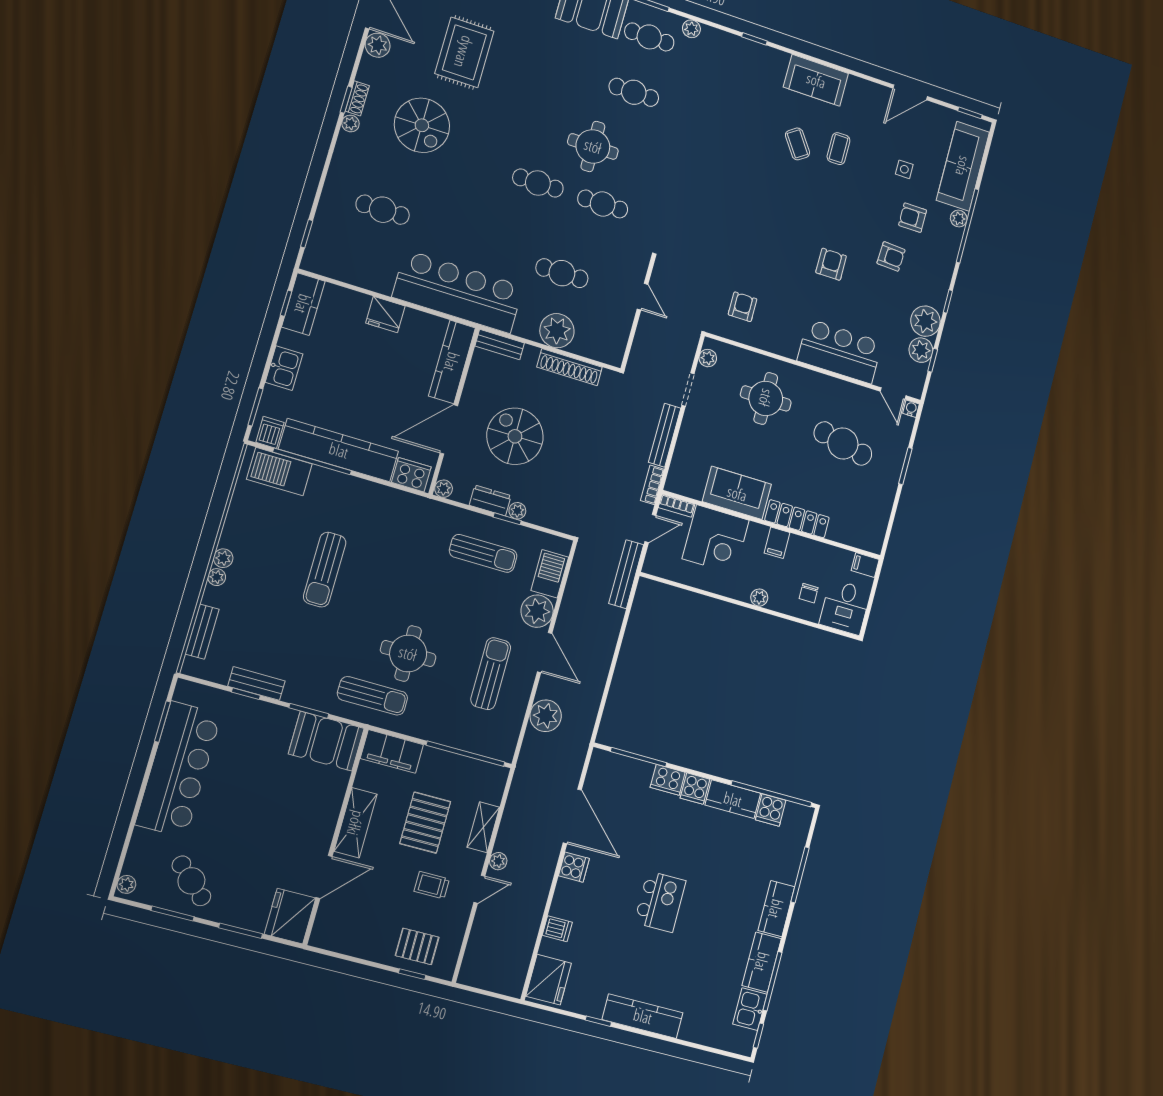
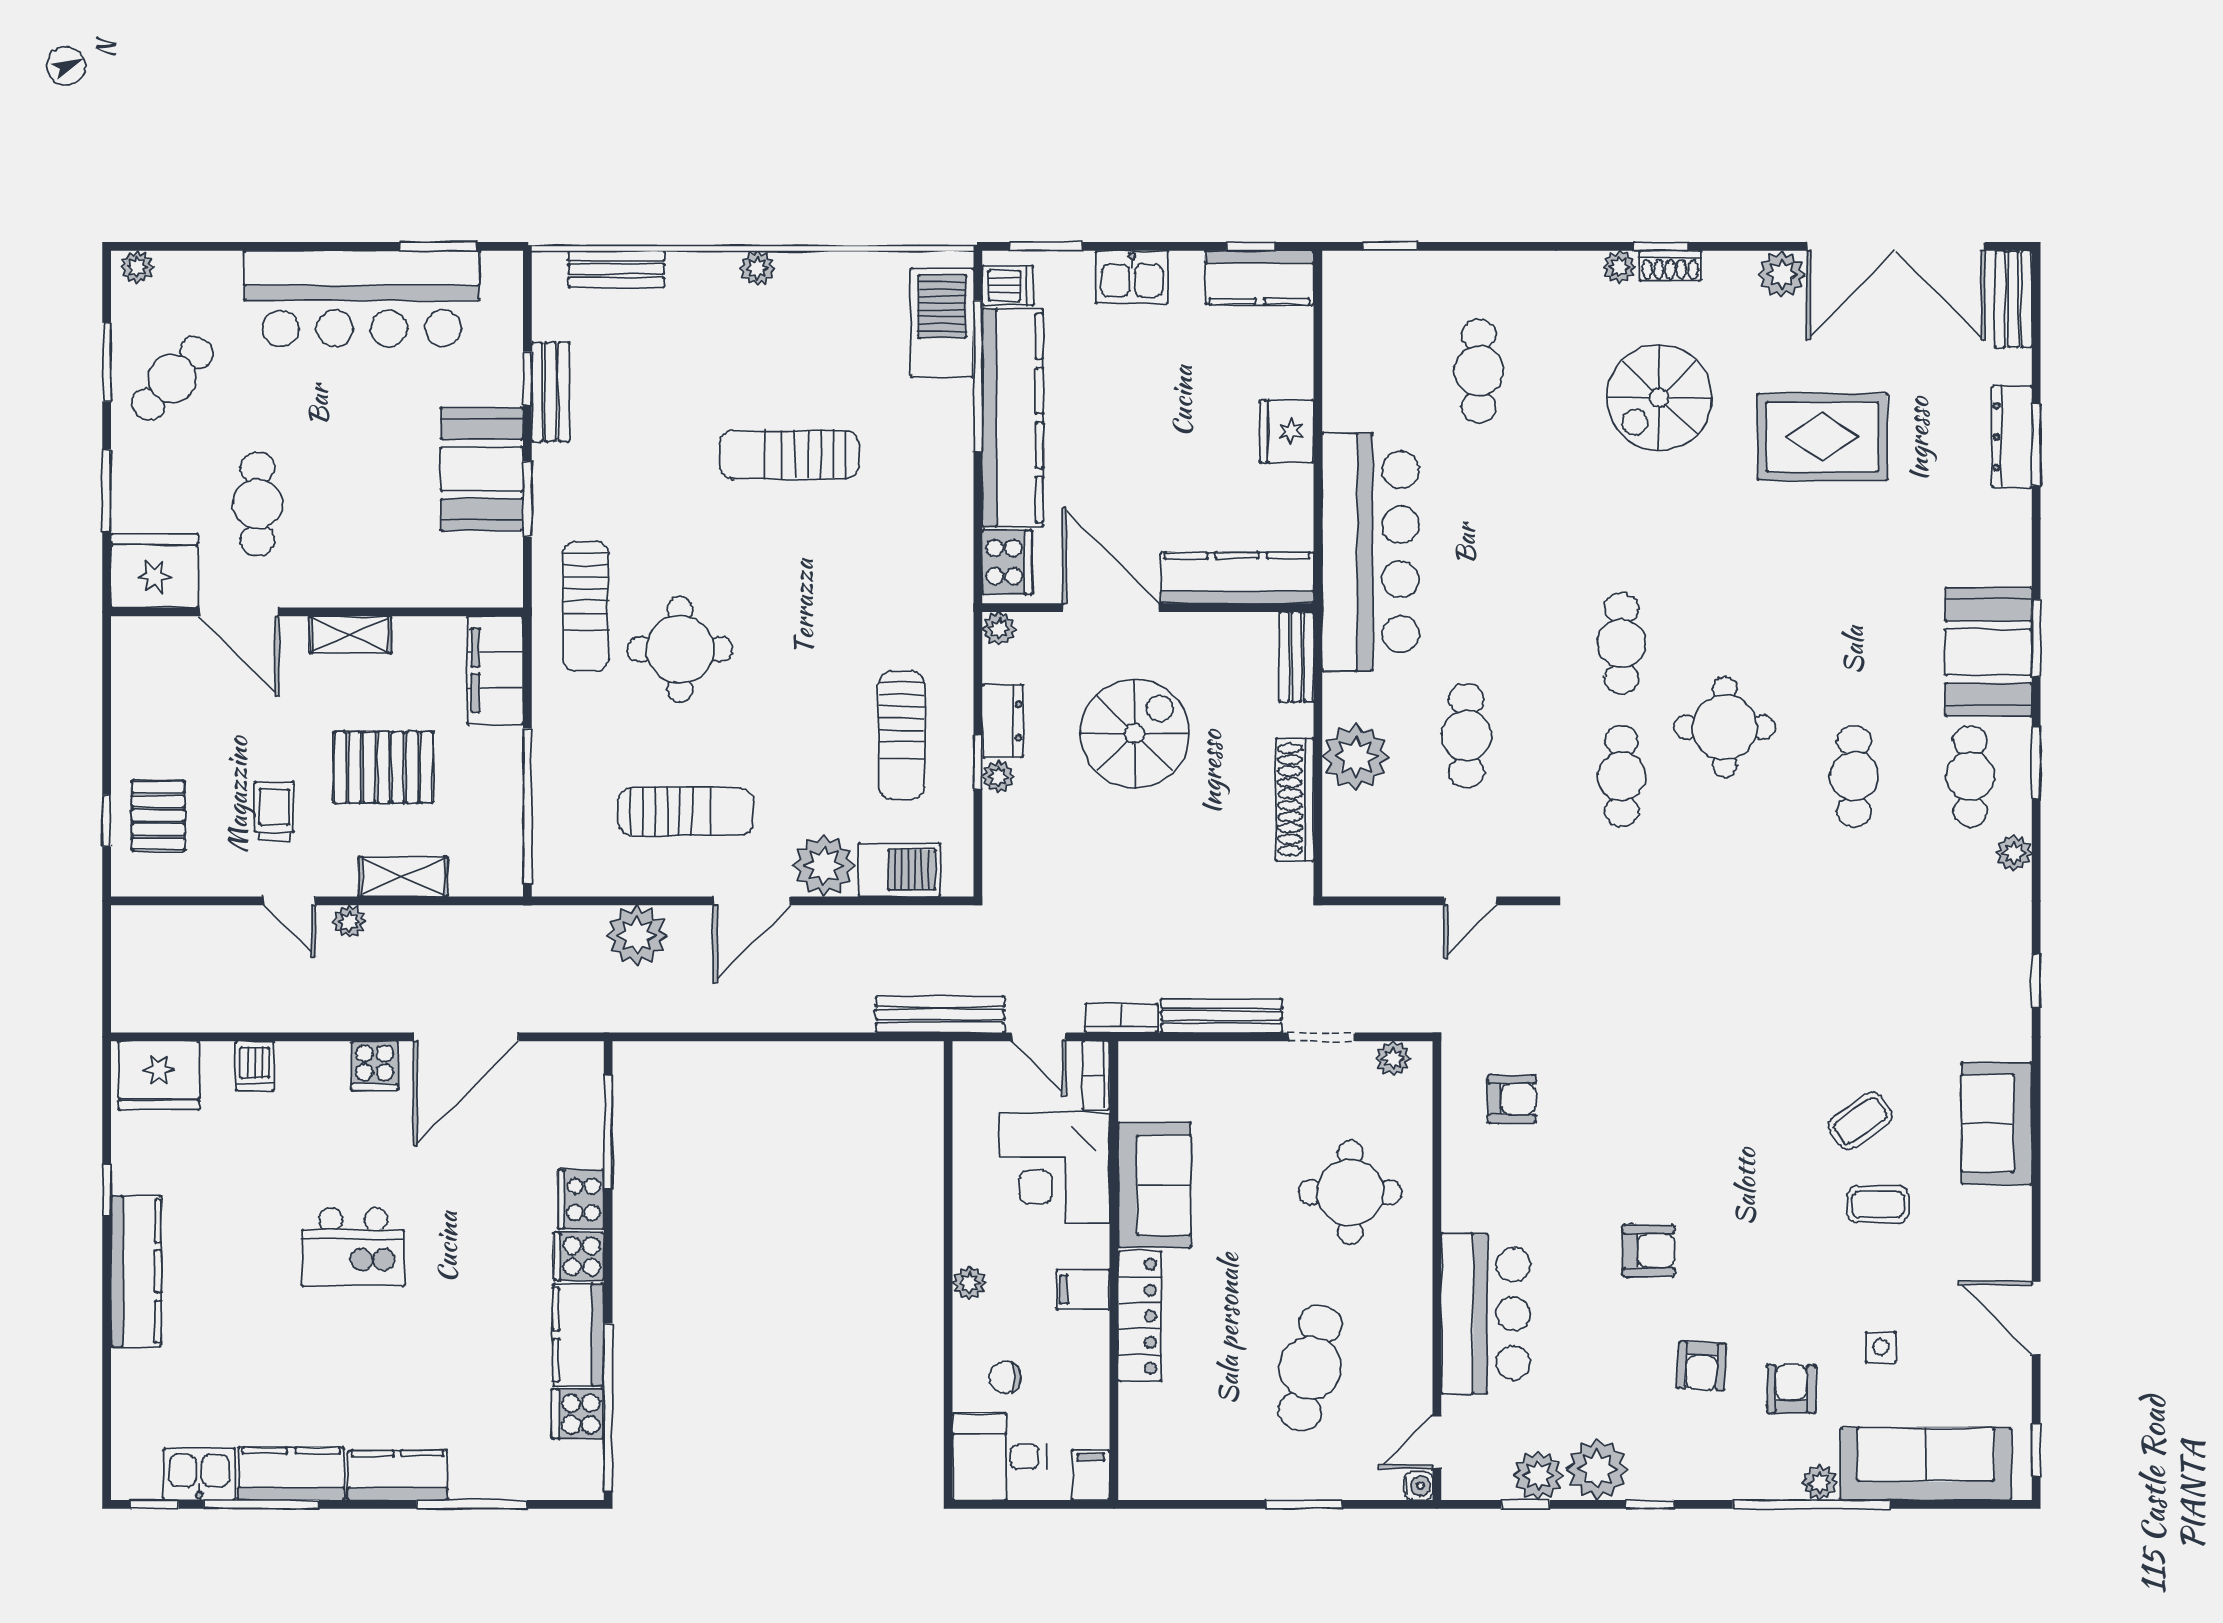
plant: (217, 577) -> (721, 267), removed
booth: (326, 741) -> (482, 469), moved
shelving: (356, 823) -> (350, 635), width x0.67, depth x0.75
cafe table: (271, 853) -> (257, 504), added

